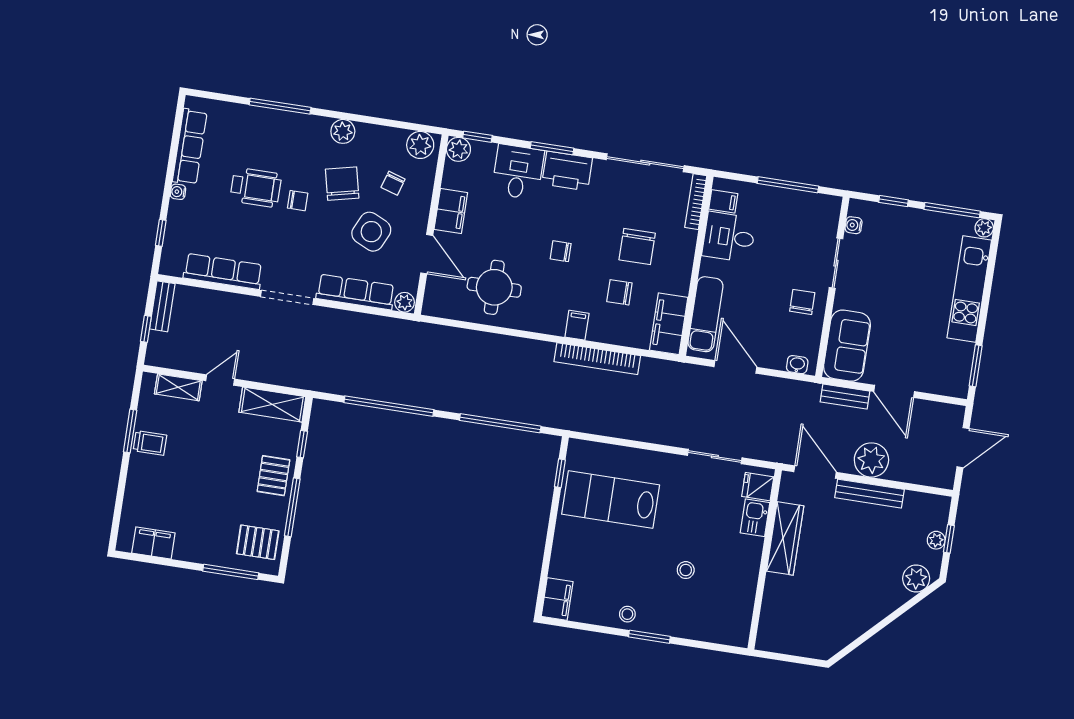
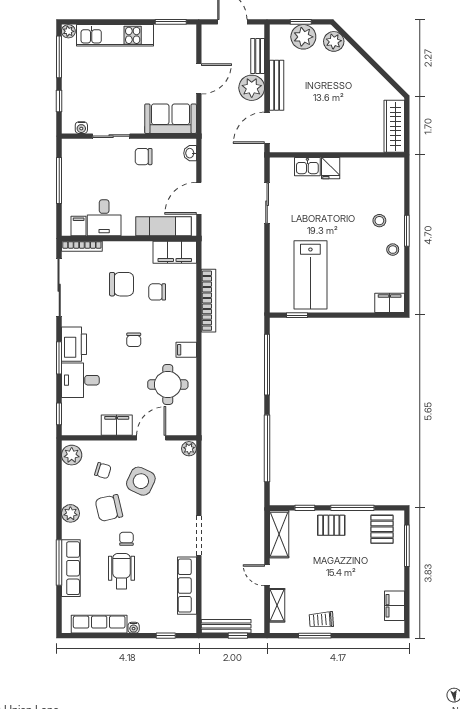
plant: (458, 149) -> (71, 426), removed
row of seats: (355, 292) -> (71, 568), moved, turned 180
chair: (619, 292) -> (157, 292), turned 90
bench: (162, 306) -> (226, 626), width x1.36
filing cabinet: (577, 325) -> (186, 350), moved
bench: (845, 397) -> (258, 56), moved
trolley: (150, 443) -> (321, 620), turned -94
fridge: (758, 487) -> (331, 168), moved
wardrobe: (785, 538) -> (394, 126), moved, turned -90
plant: (936, 540) -> (303, 37), width x1.87, depth x1.87
stool: (686, 570) -> (379, 221), moved

